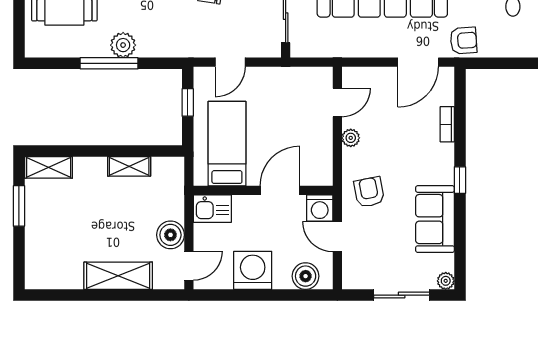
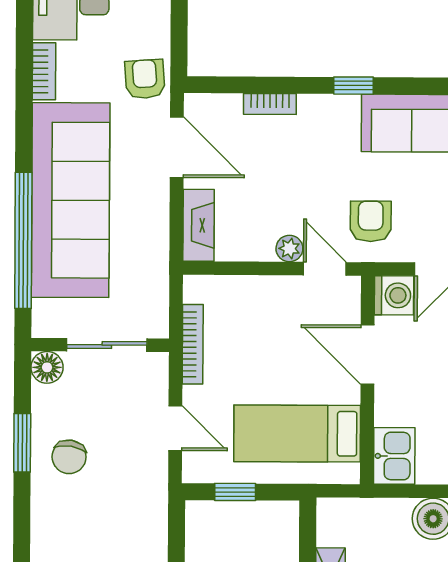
bookcase: (286, 74) -> (193, 344), added
fireplace: (366, 77) -> (199, 225), added
door: (337, 103) -> (325, 269), moved
armchair: (369, 192) -> (371, 221), turned 101

